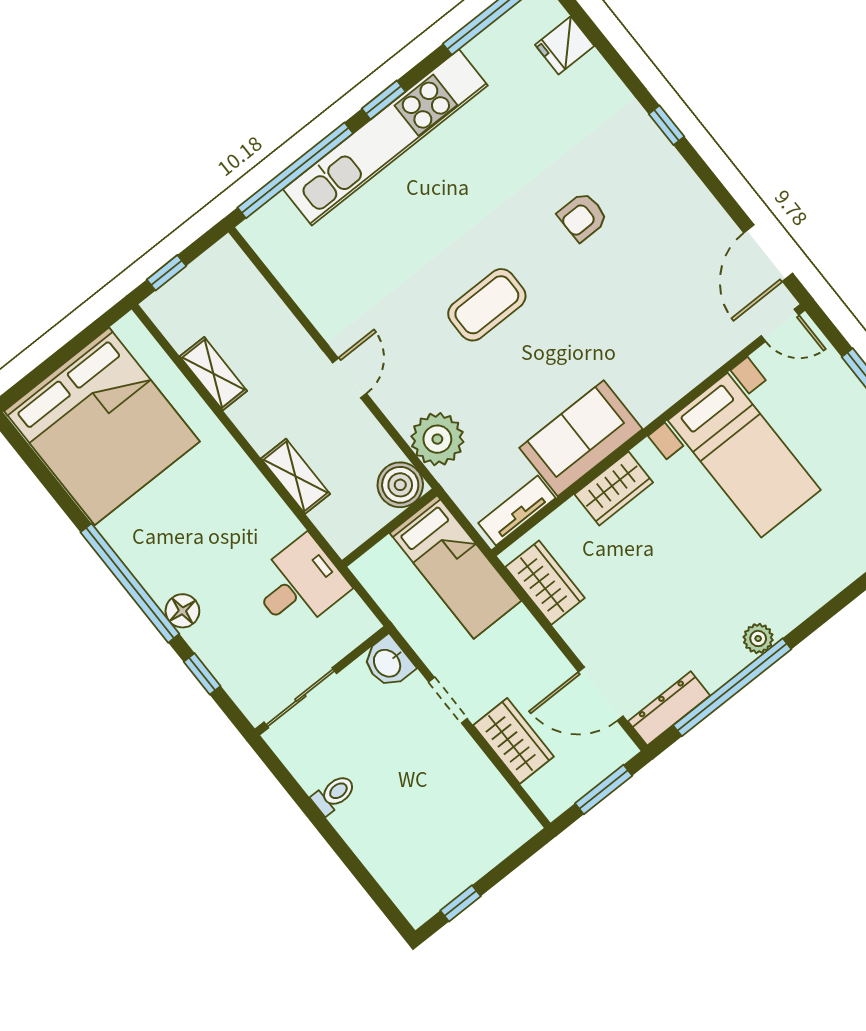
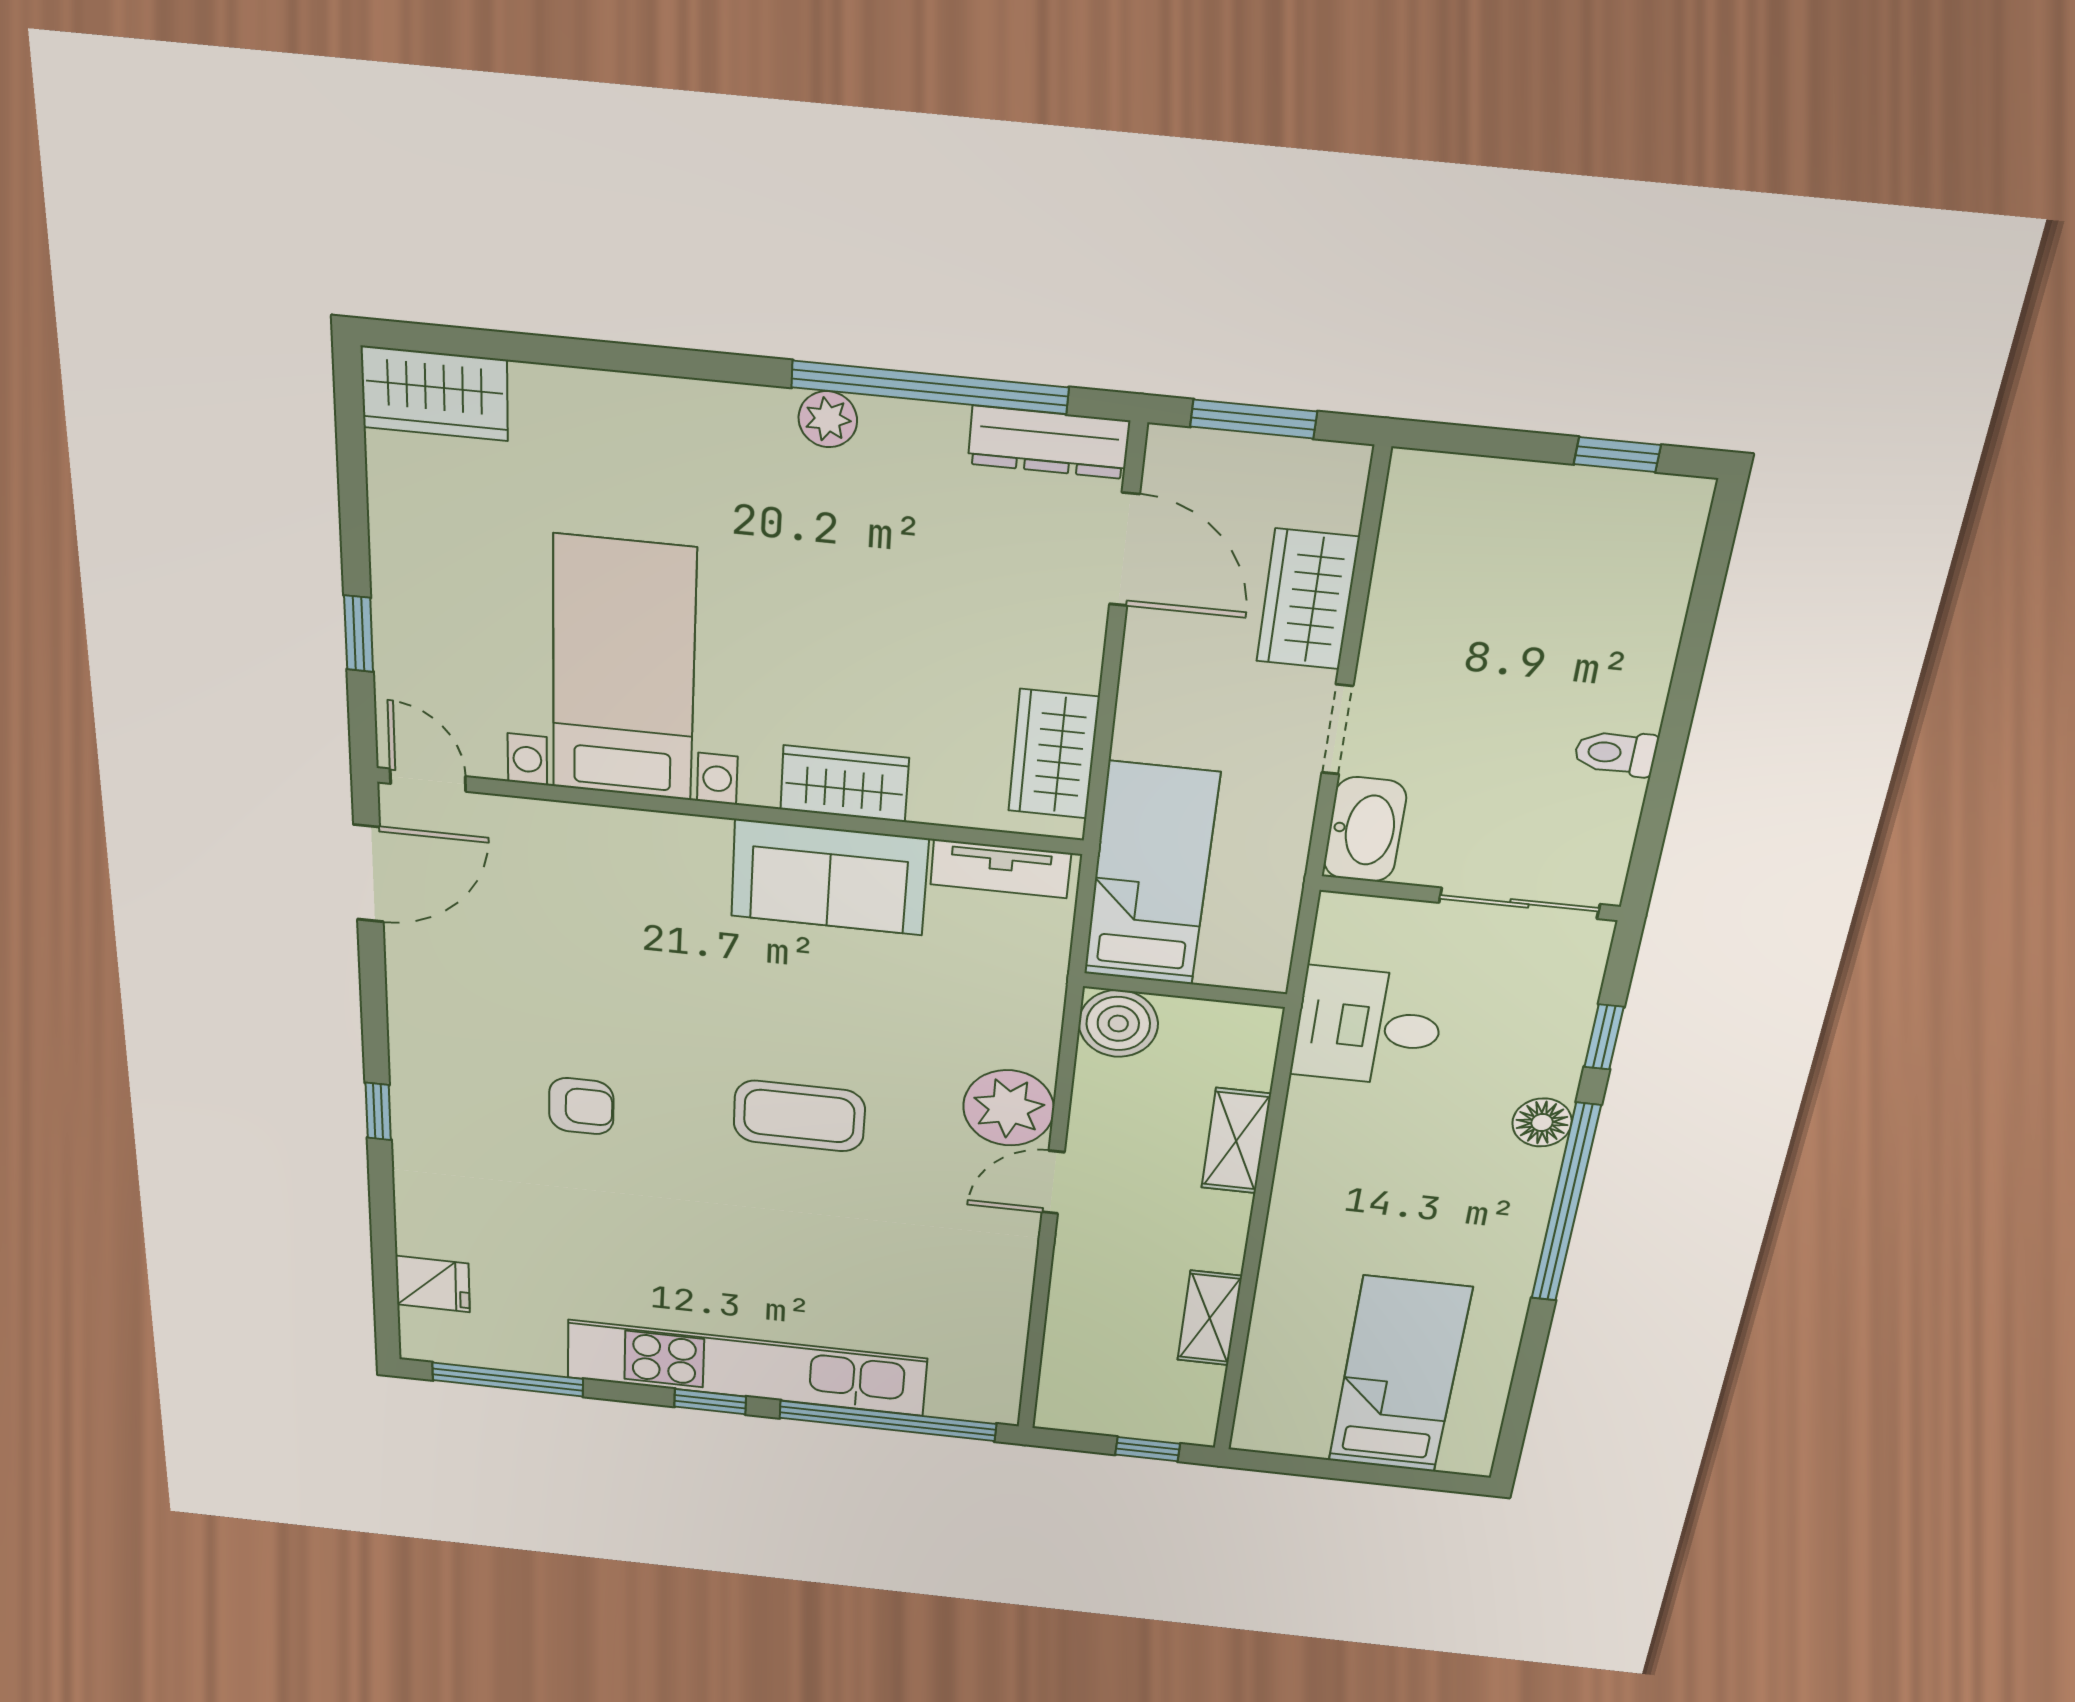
bed: (102, 426) -> (1399, 1375), width x0.49
plant: (437, 439) -> (1009, 1108), moved
washbasin: (388, 663) -> (1365, 830), width x1.38

